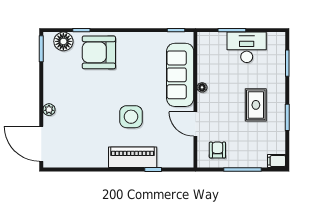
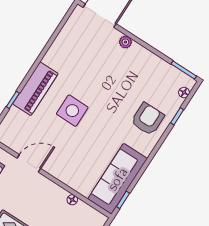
floor lamp: (63, 41) -> (184, 92), width x0.53, depth x0.53
armchair: (99, 52) -> (148, 119), width x0.73, depth x0.73
sofa: (180, 75) -> (118, 179), moved, turned -90
floor lamp: (202, 87) -> (72, 200), moved

